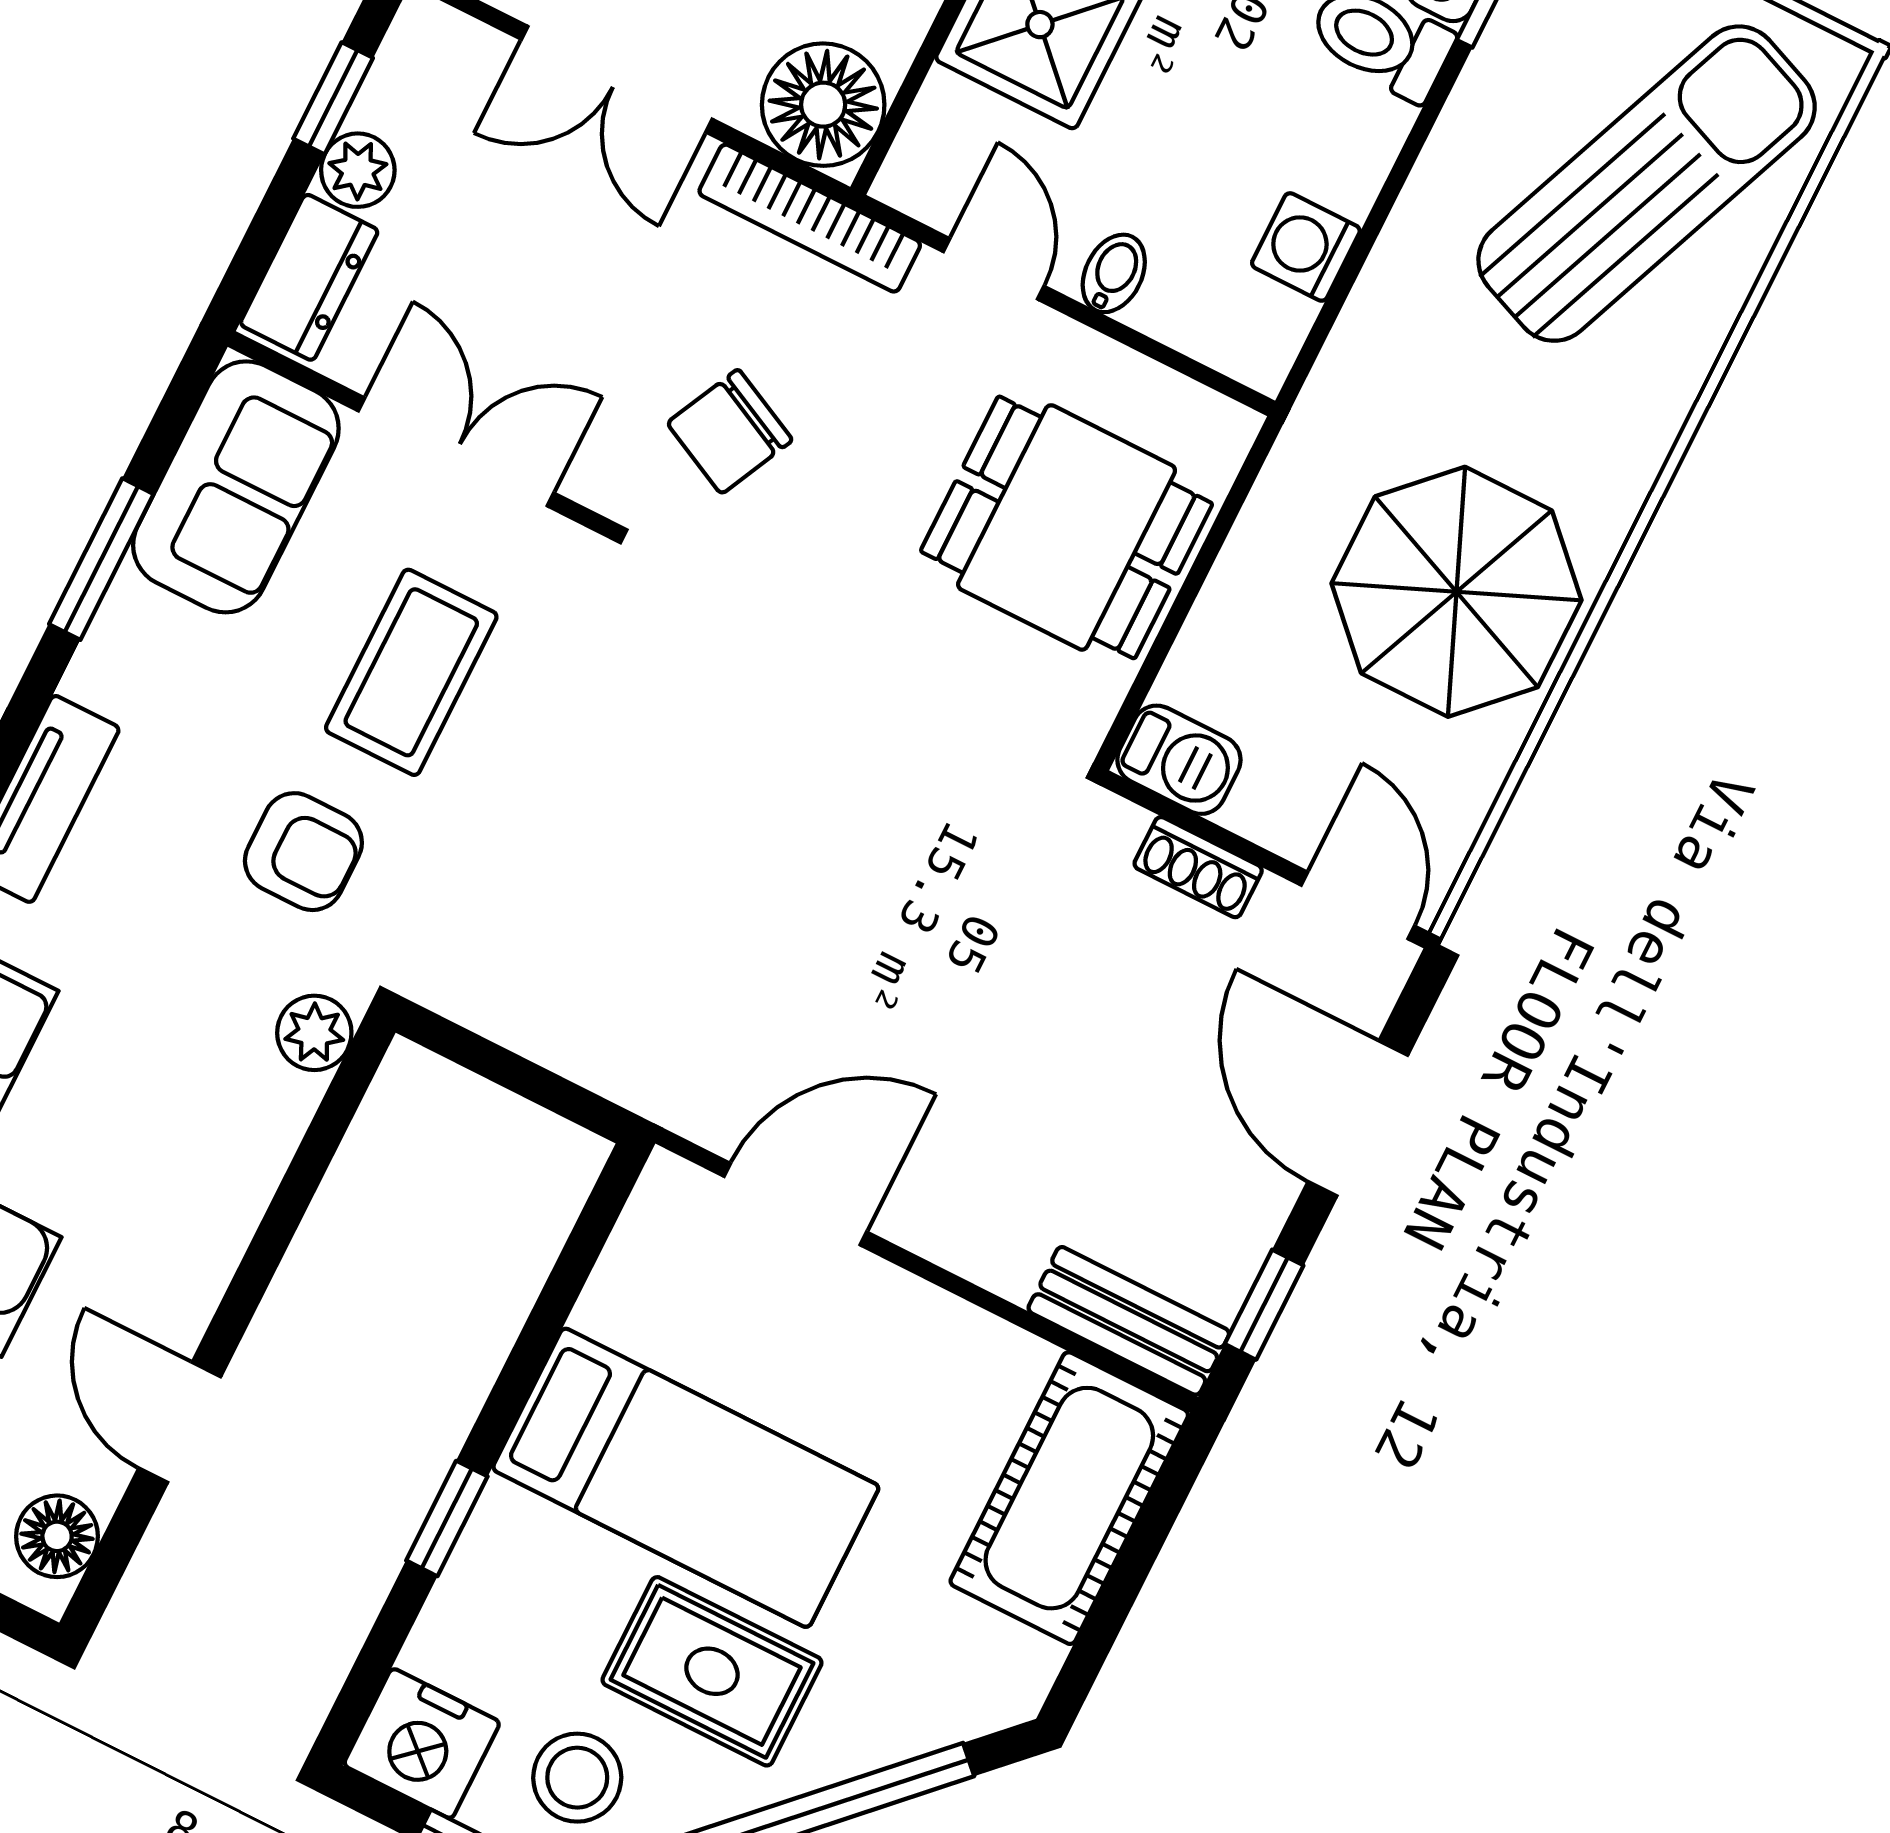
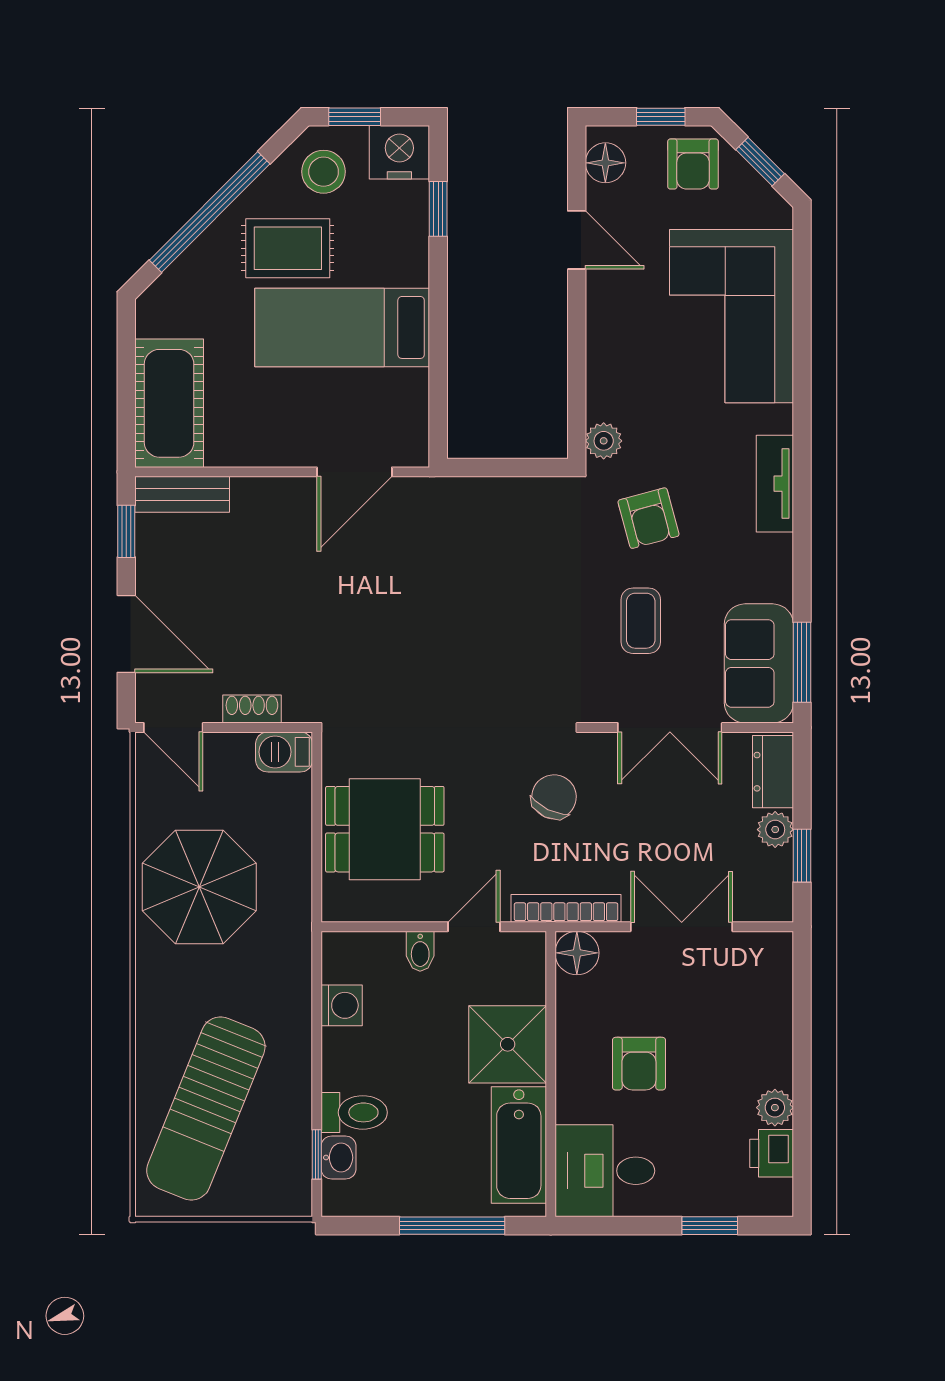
floor lamp: (823, 105) -> (577, 953), width x0.73, depth x0.73
door: (994, 269) -> (474, 927), swing flipped
window: (101, 559) -> (802, 662), moved
coffee table: (411, 672) -> (641, 621), width x0.73, depth x0.77
armchair: (303, 852) -> (649, 518), turned -105
window: (447, 1518) -> (438, 209), moved

